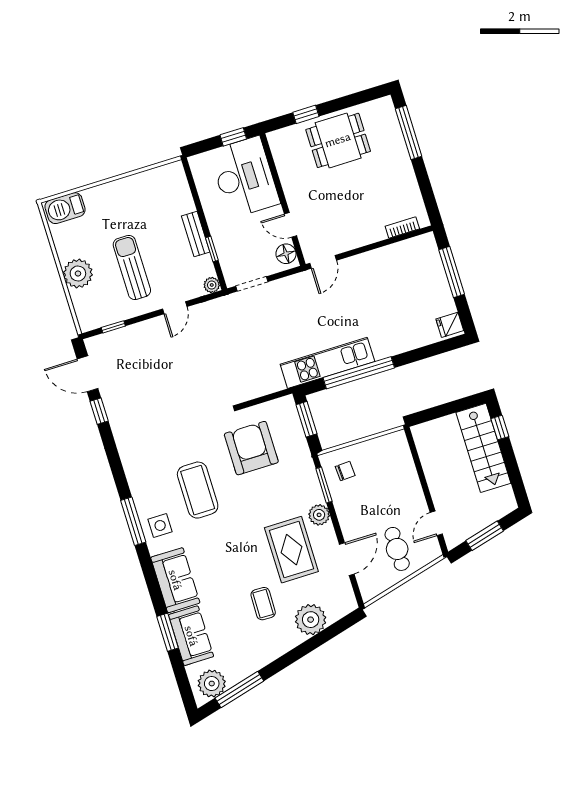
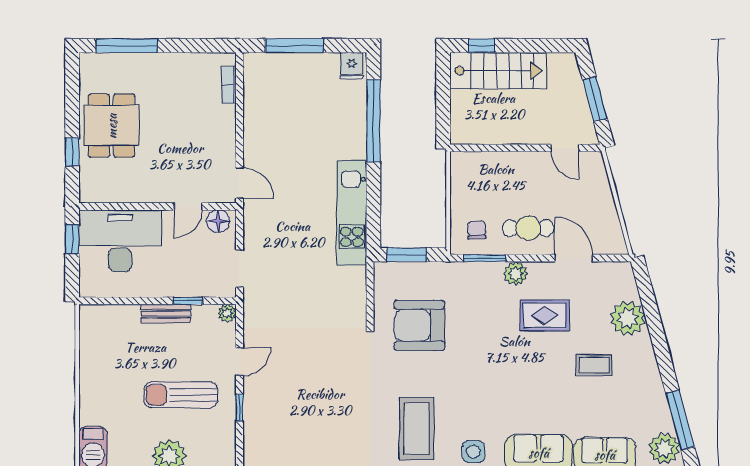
door: (175, 308) -> (240, 362), hinge flipped
window: (113, 327) -> (240, 408), moved
window: (359, 373) -> (373, 121), moved
coffee table: (198, 490) -> (417, 429), moved, turned 90
cafe table: (397, 549) -> (528, 228), moved
rug: (291, 550) -> (544, 316), width x0.73, depth x0.70

